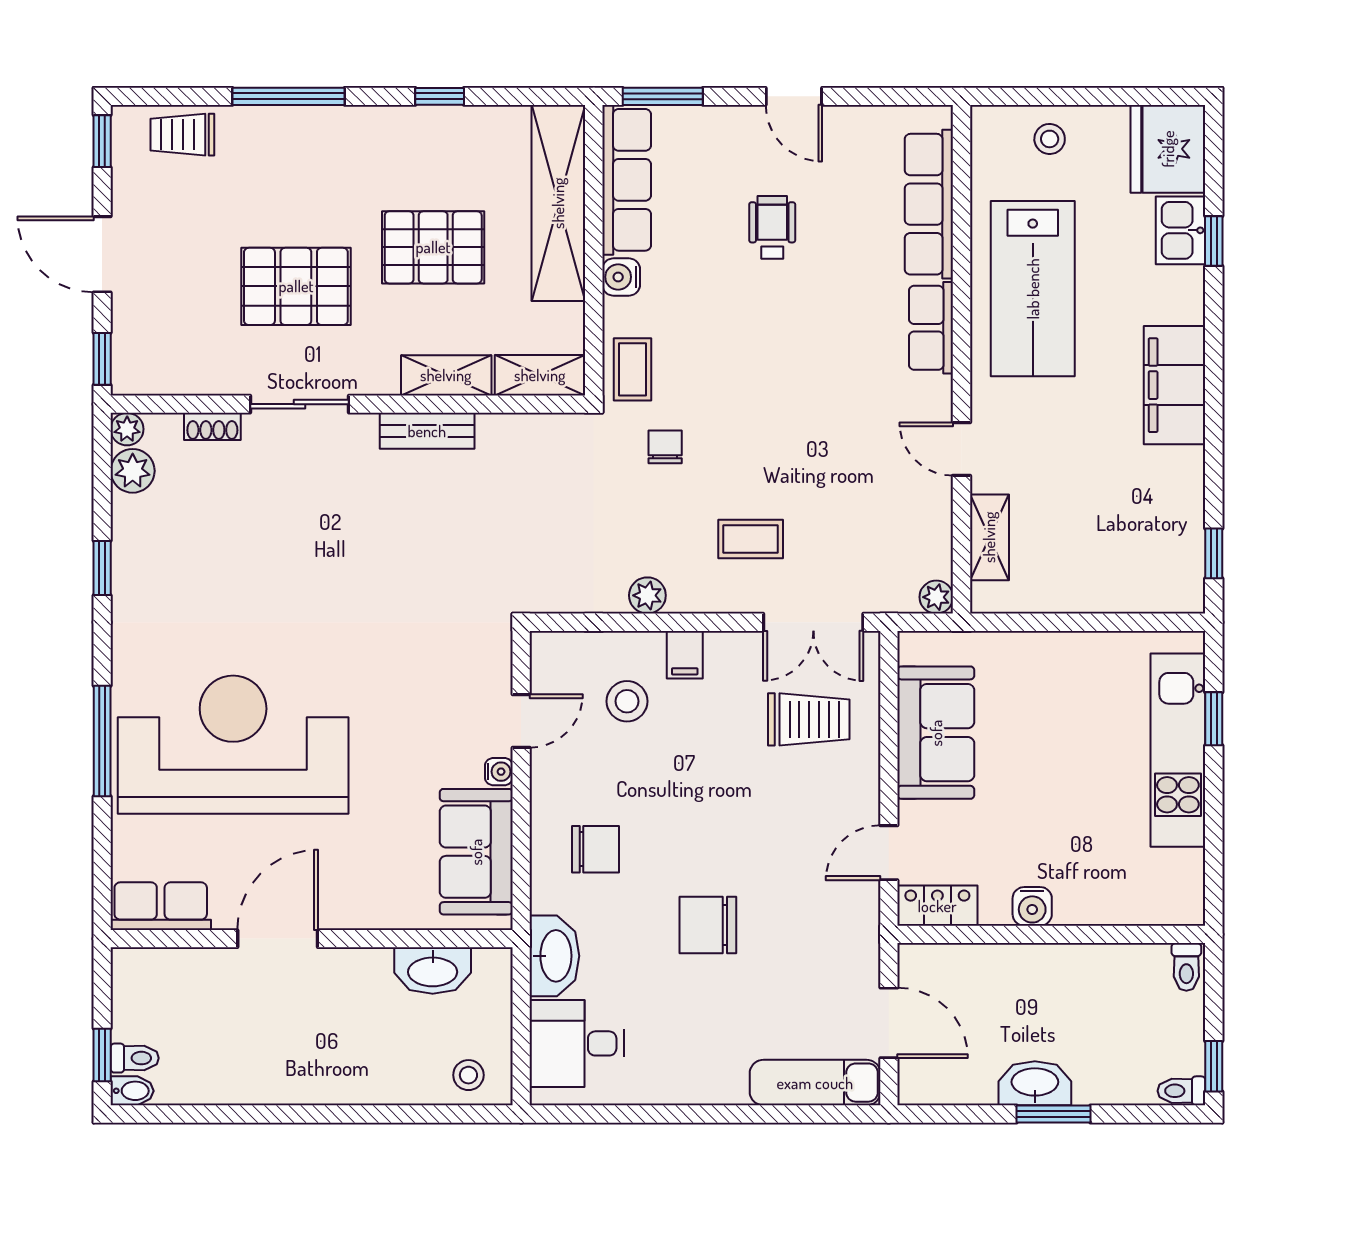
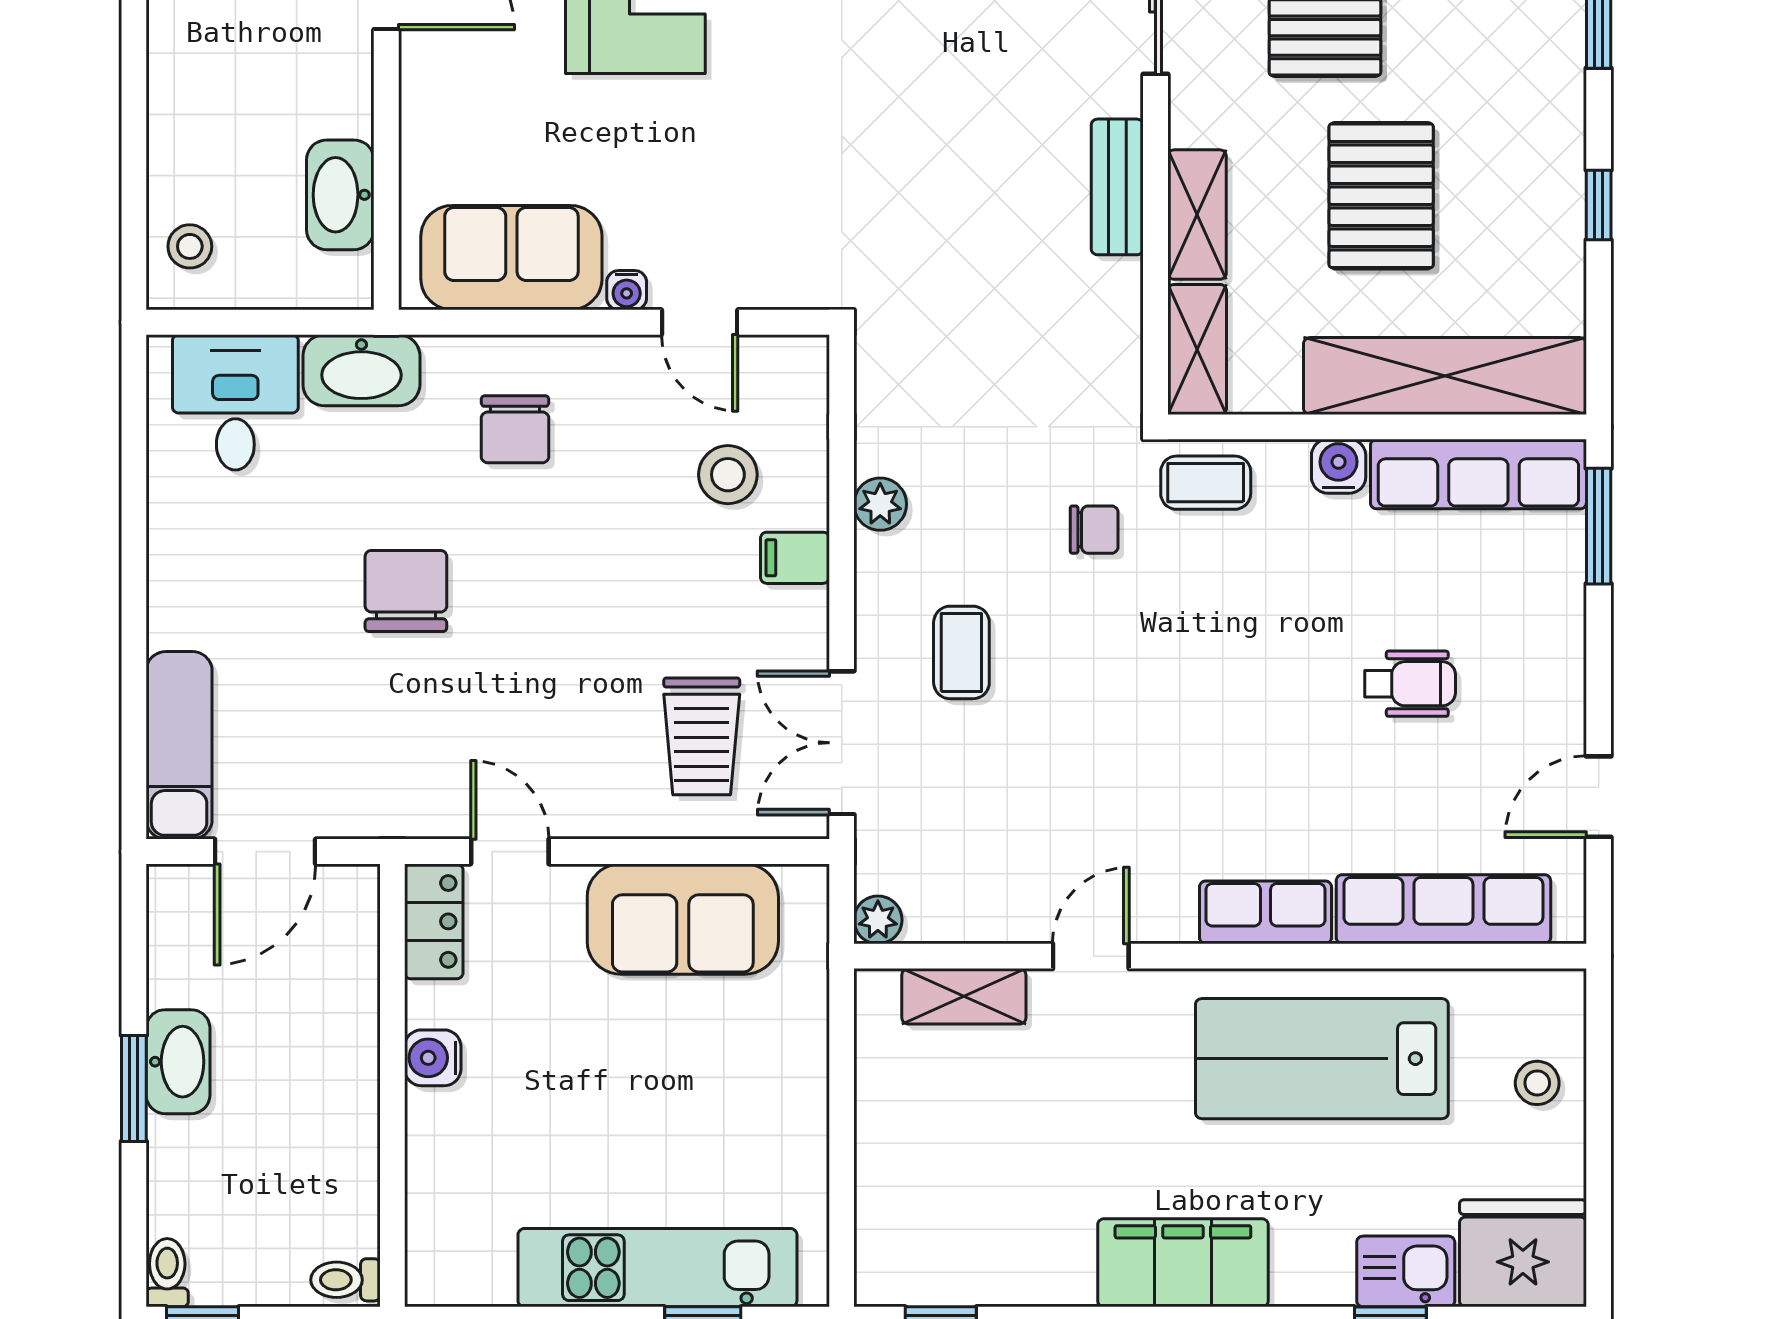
door: (794, 96) -> (1599, 797), moved

